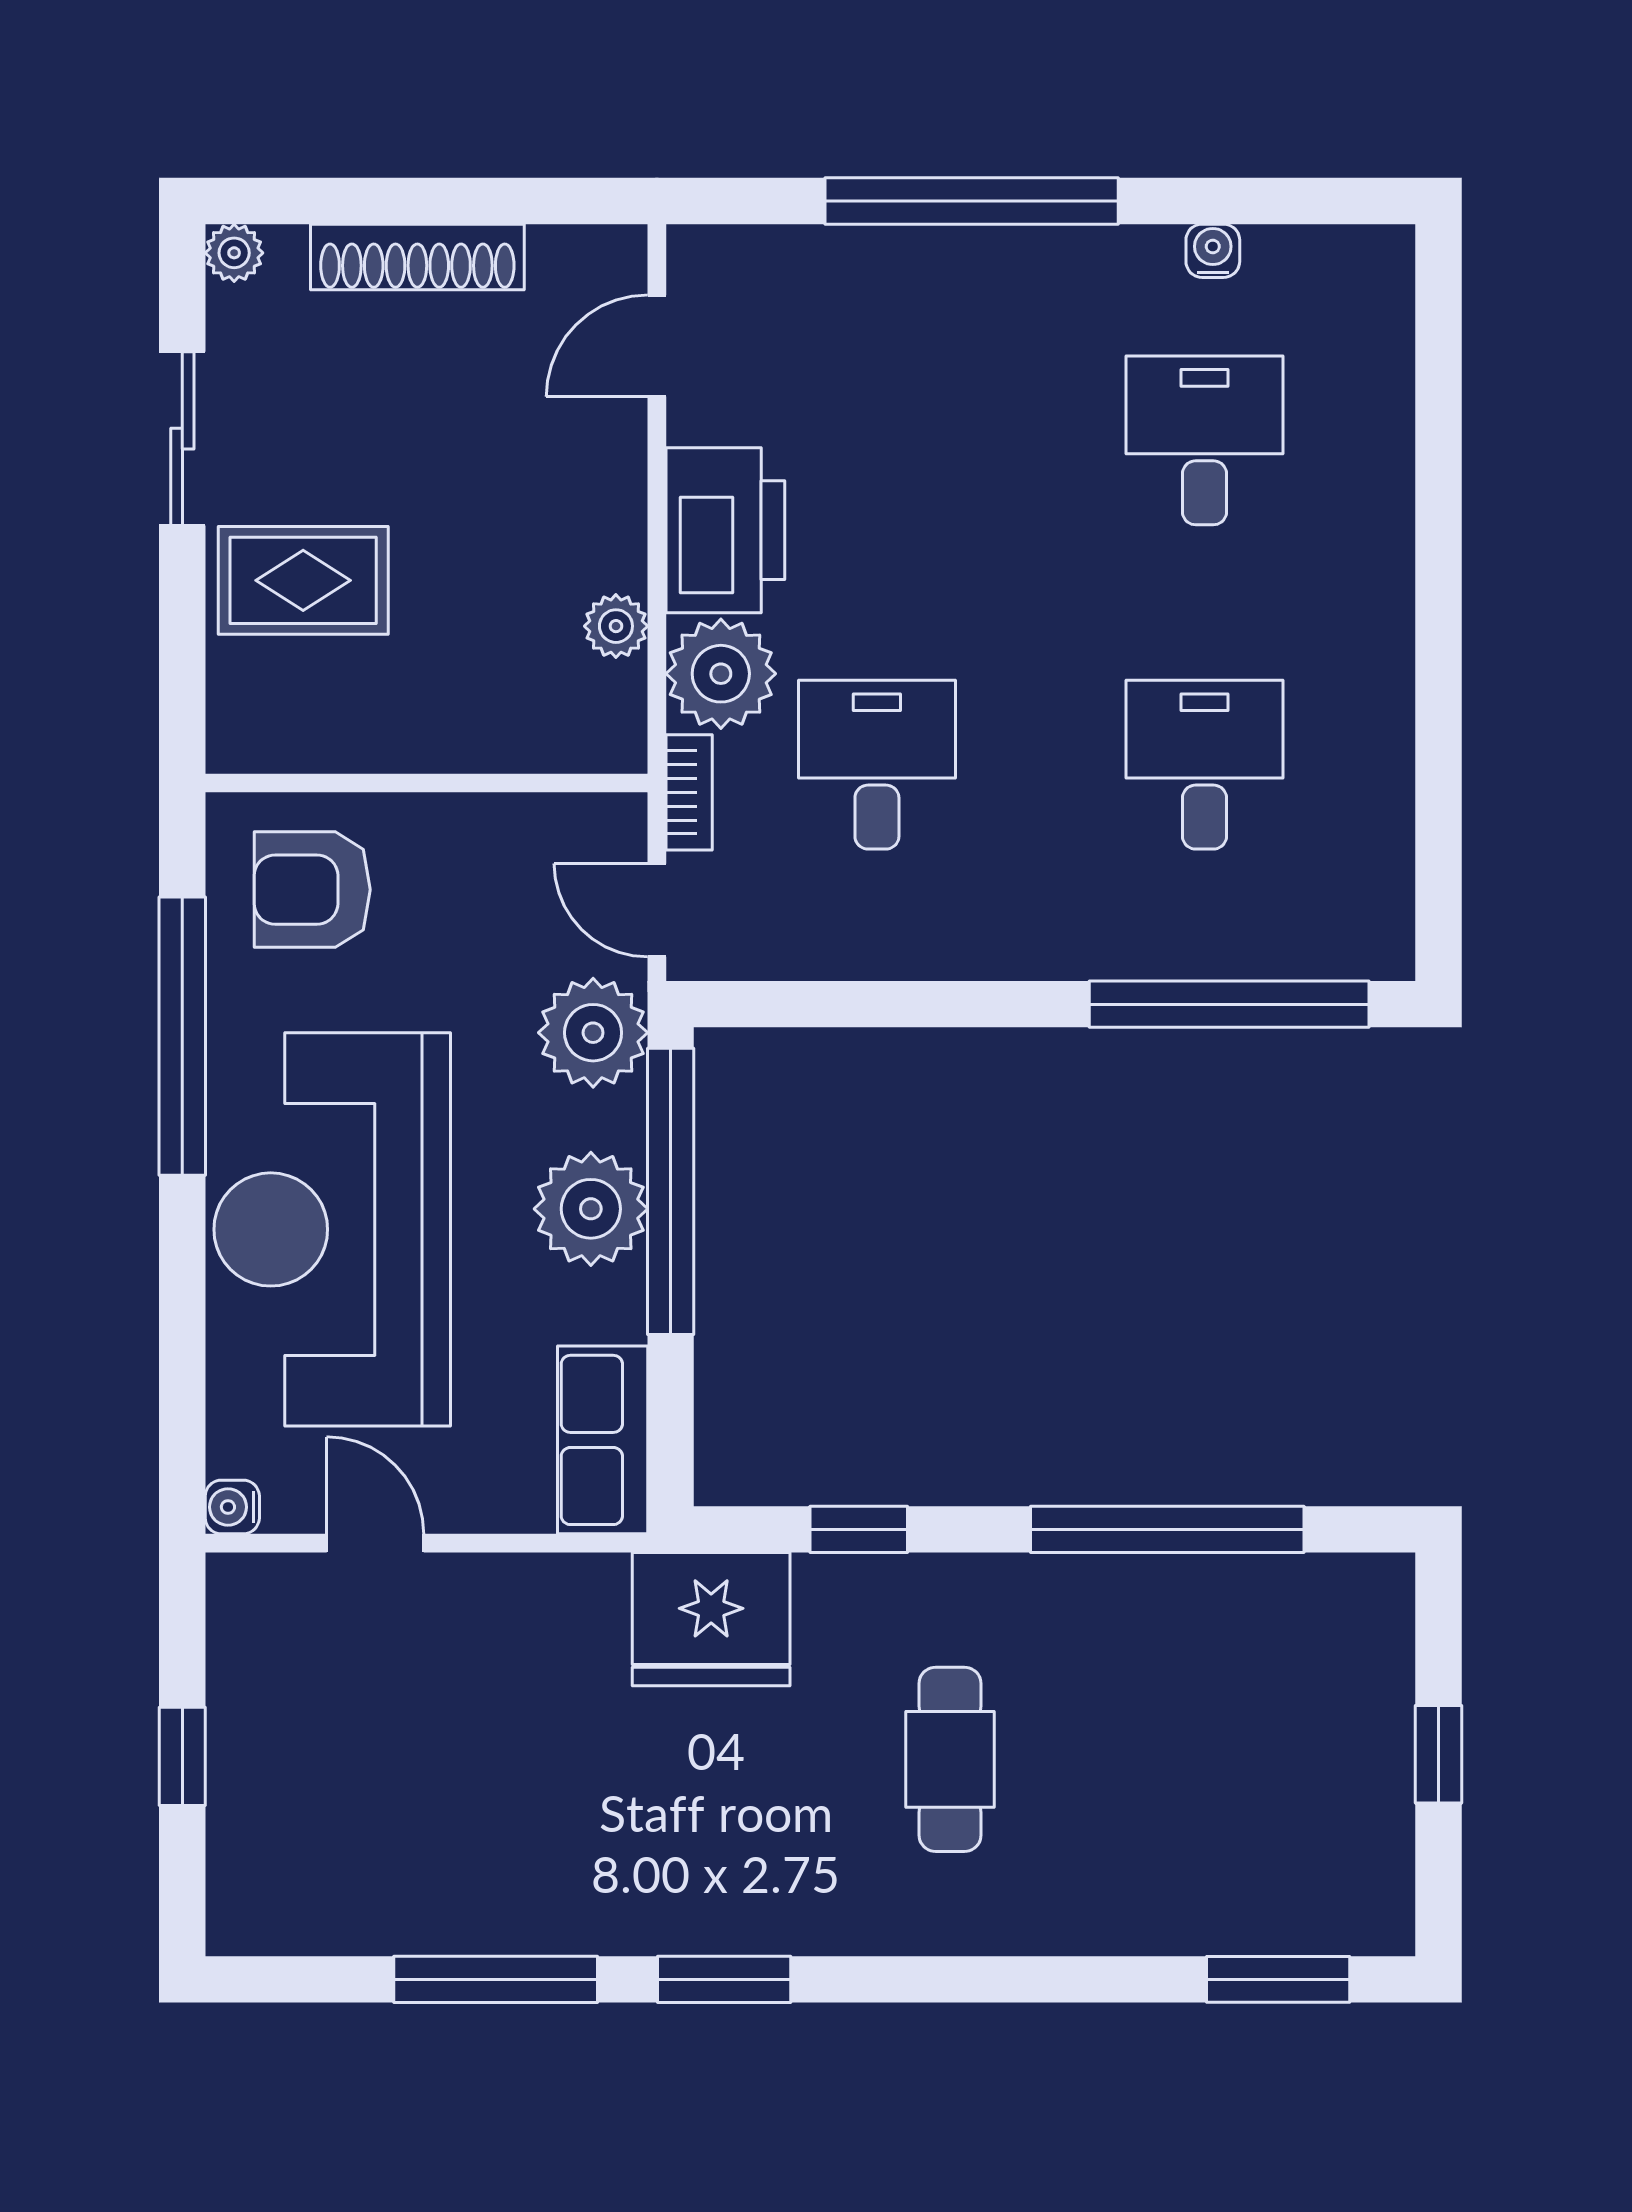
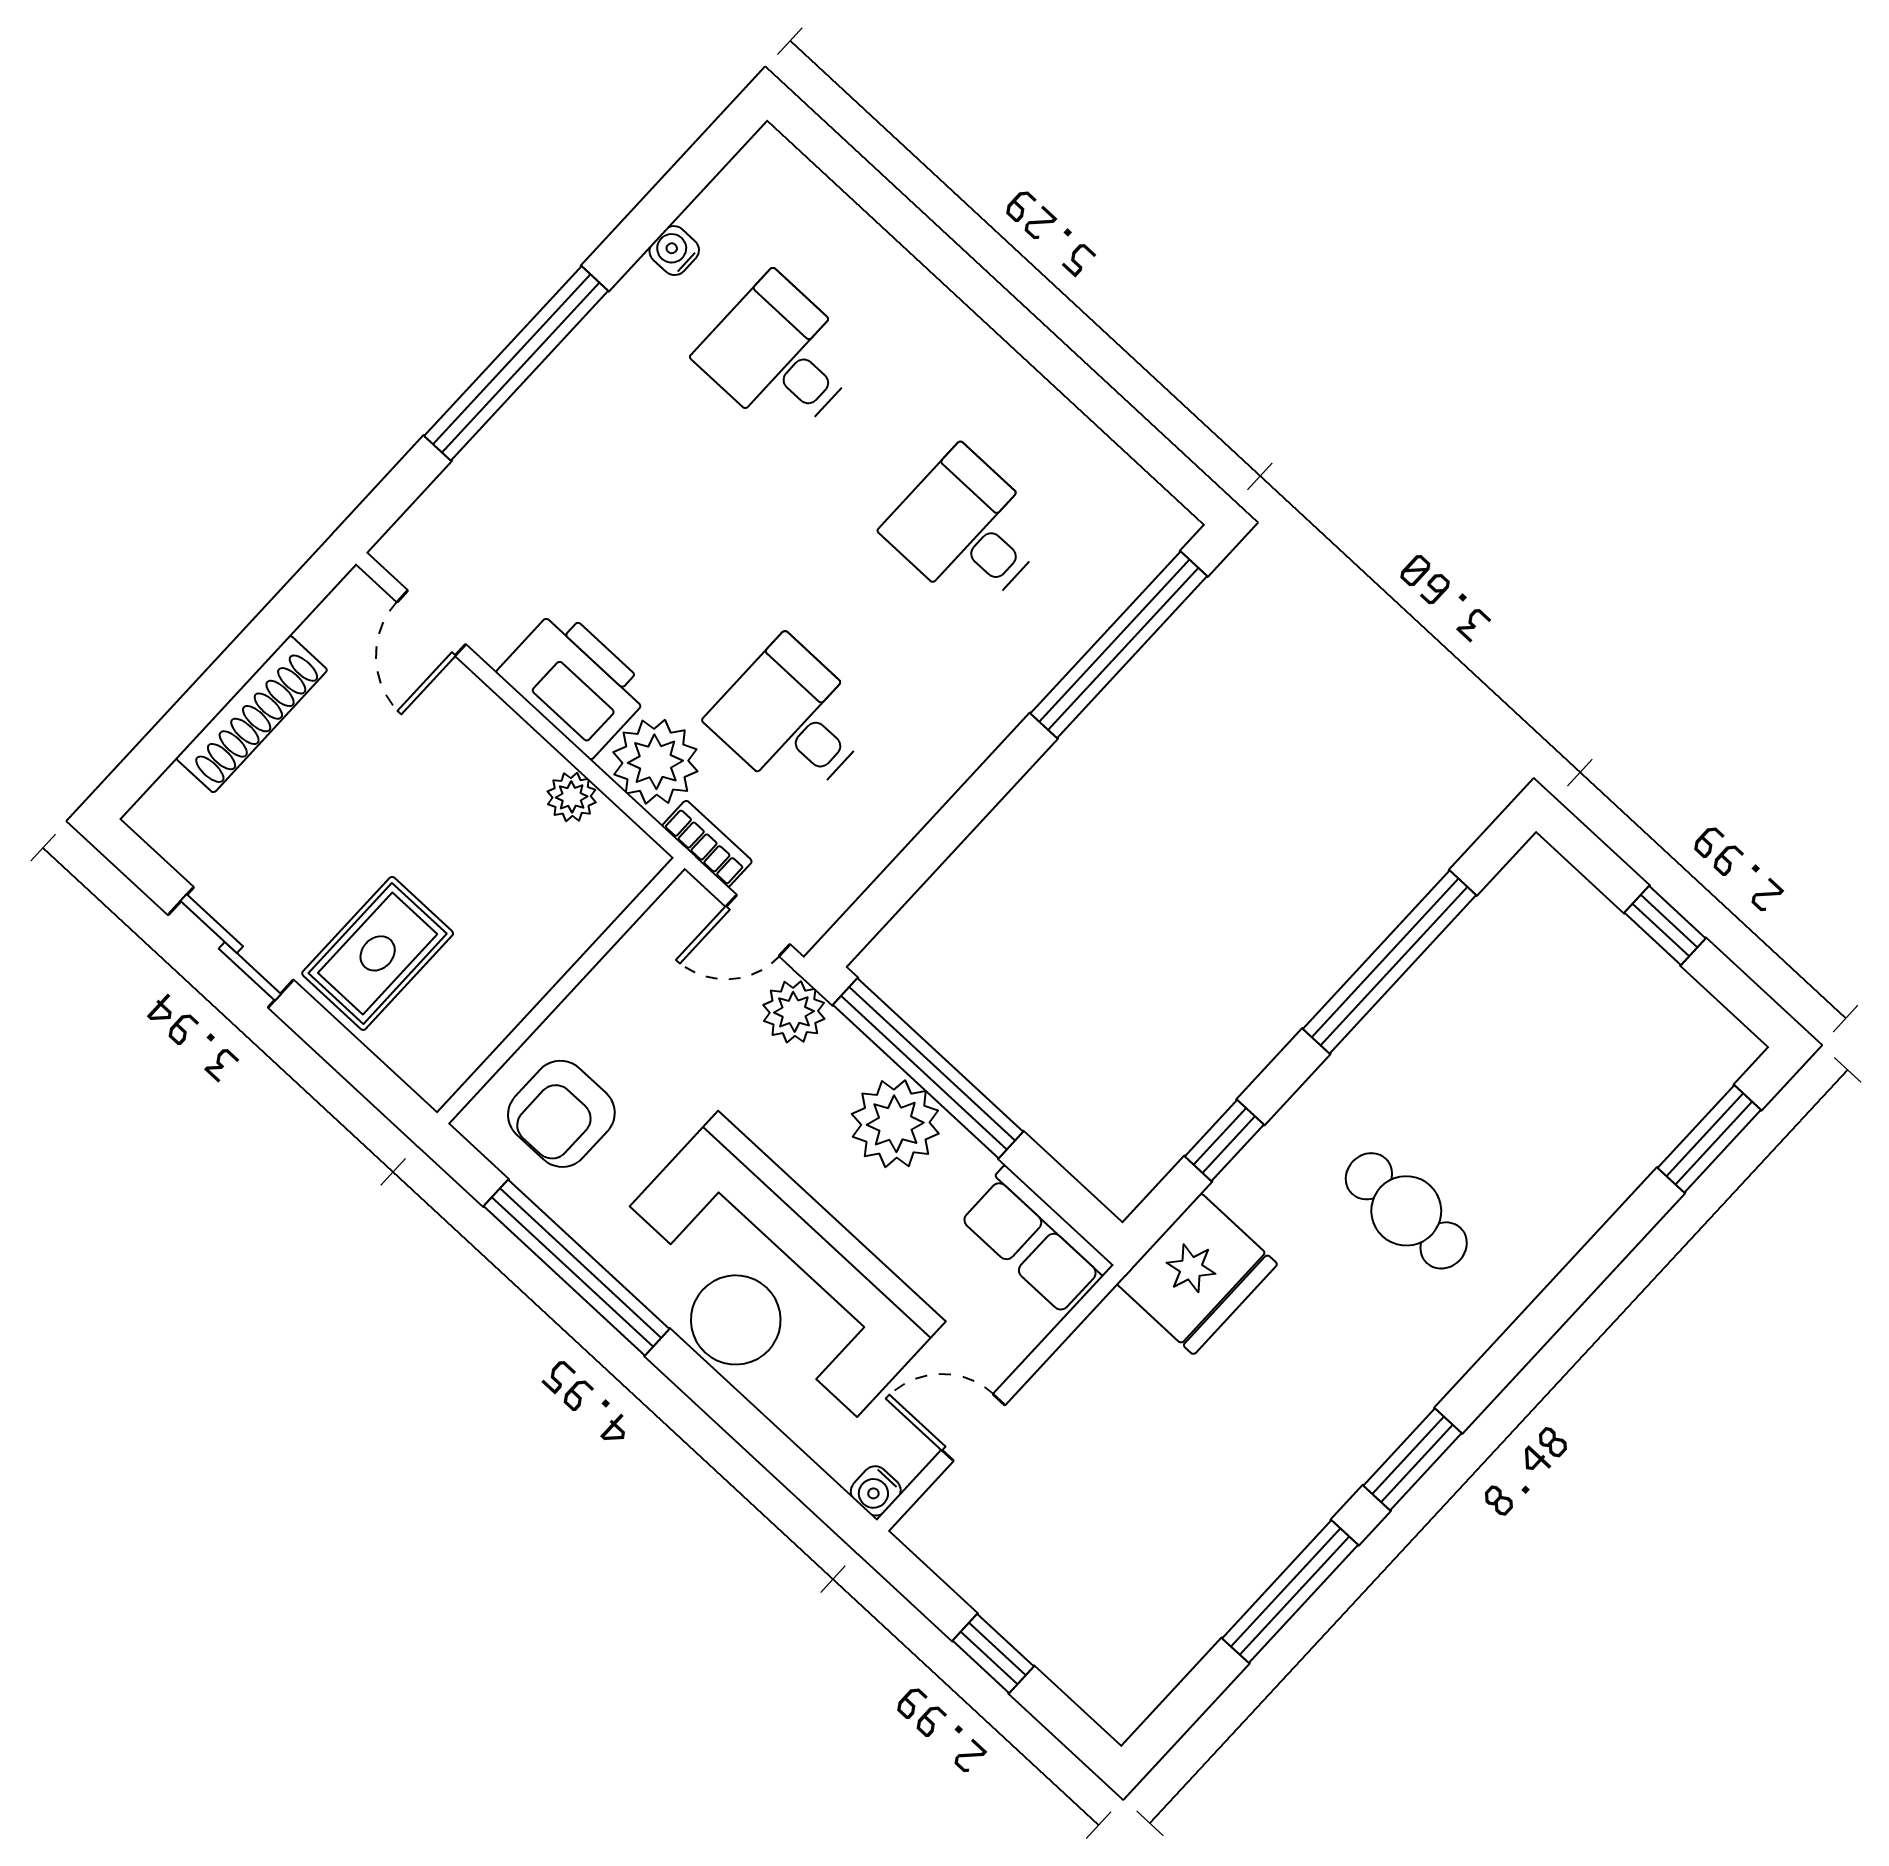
plant: (234, 253) -> (151, 818), removed
plant: (593, 1033) -> (794, 1012), width x0.73, depth x0.73

